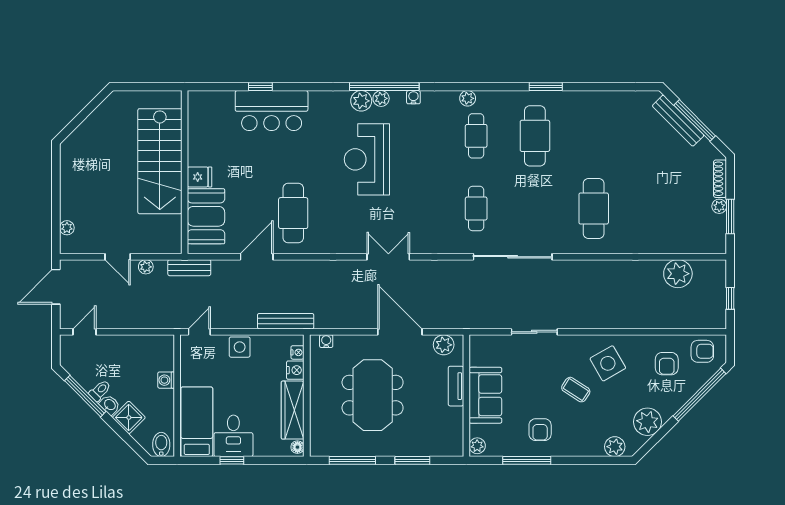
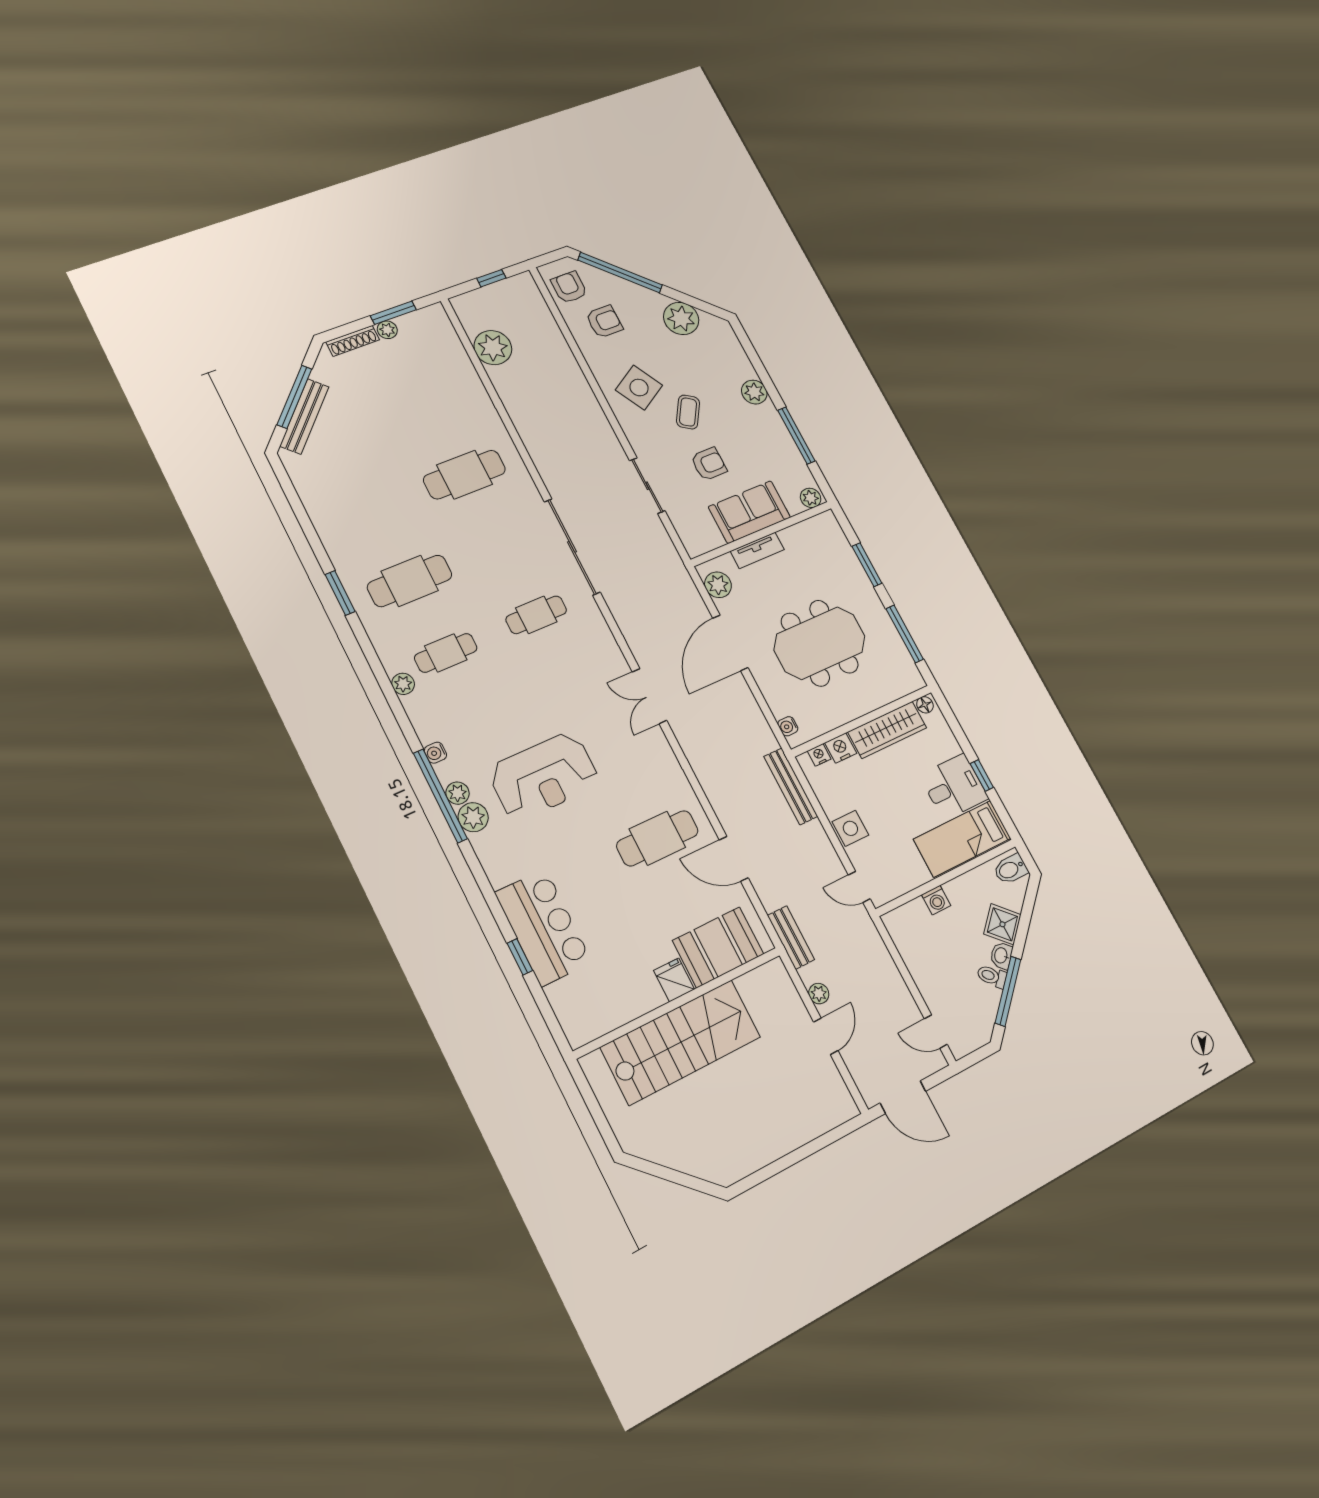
plant: (67, 228) -> (825, 1121), removed
armchair: (540, 430) -> (709, 464), moved
plant: (615, 447) -> (754, 392), moved

